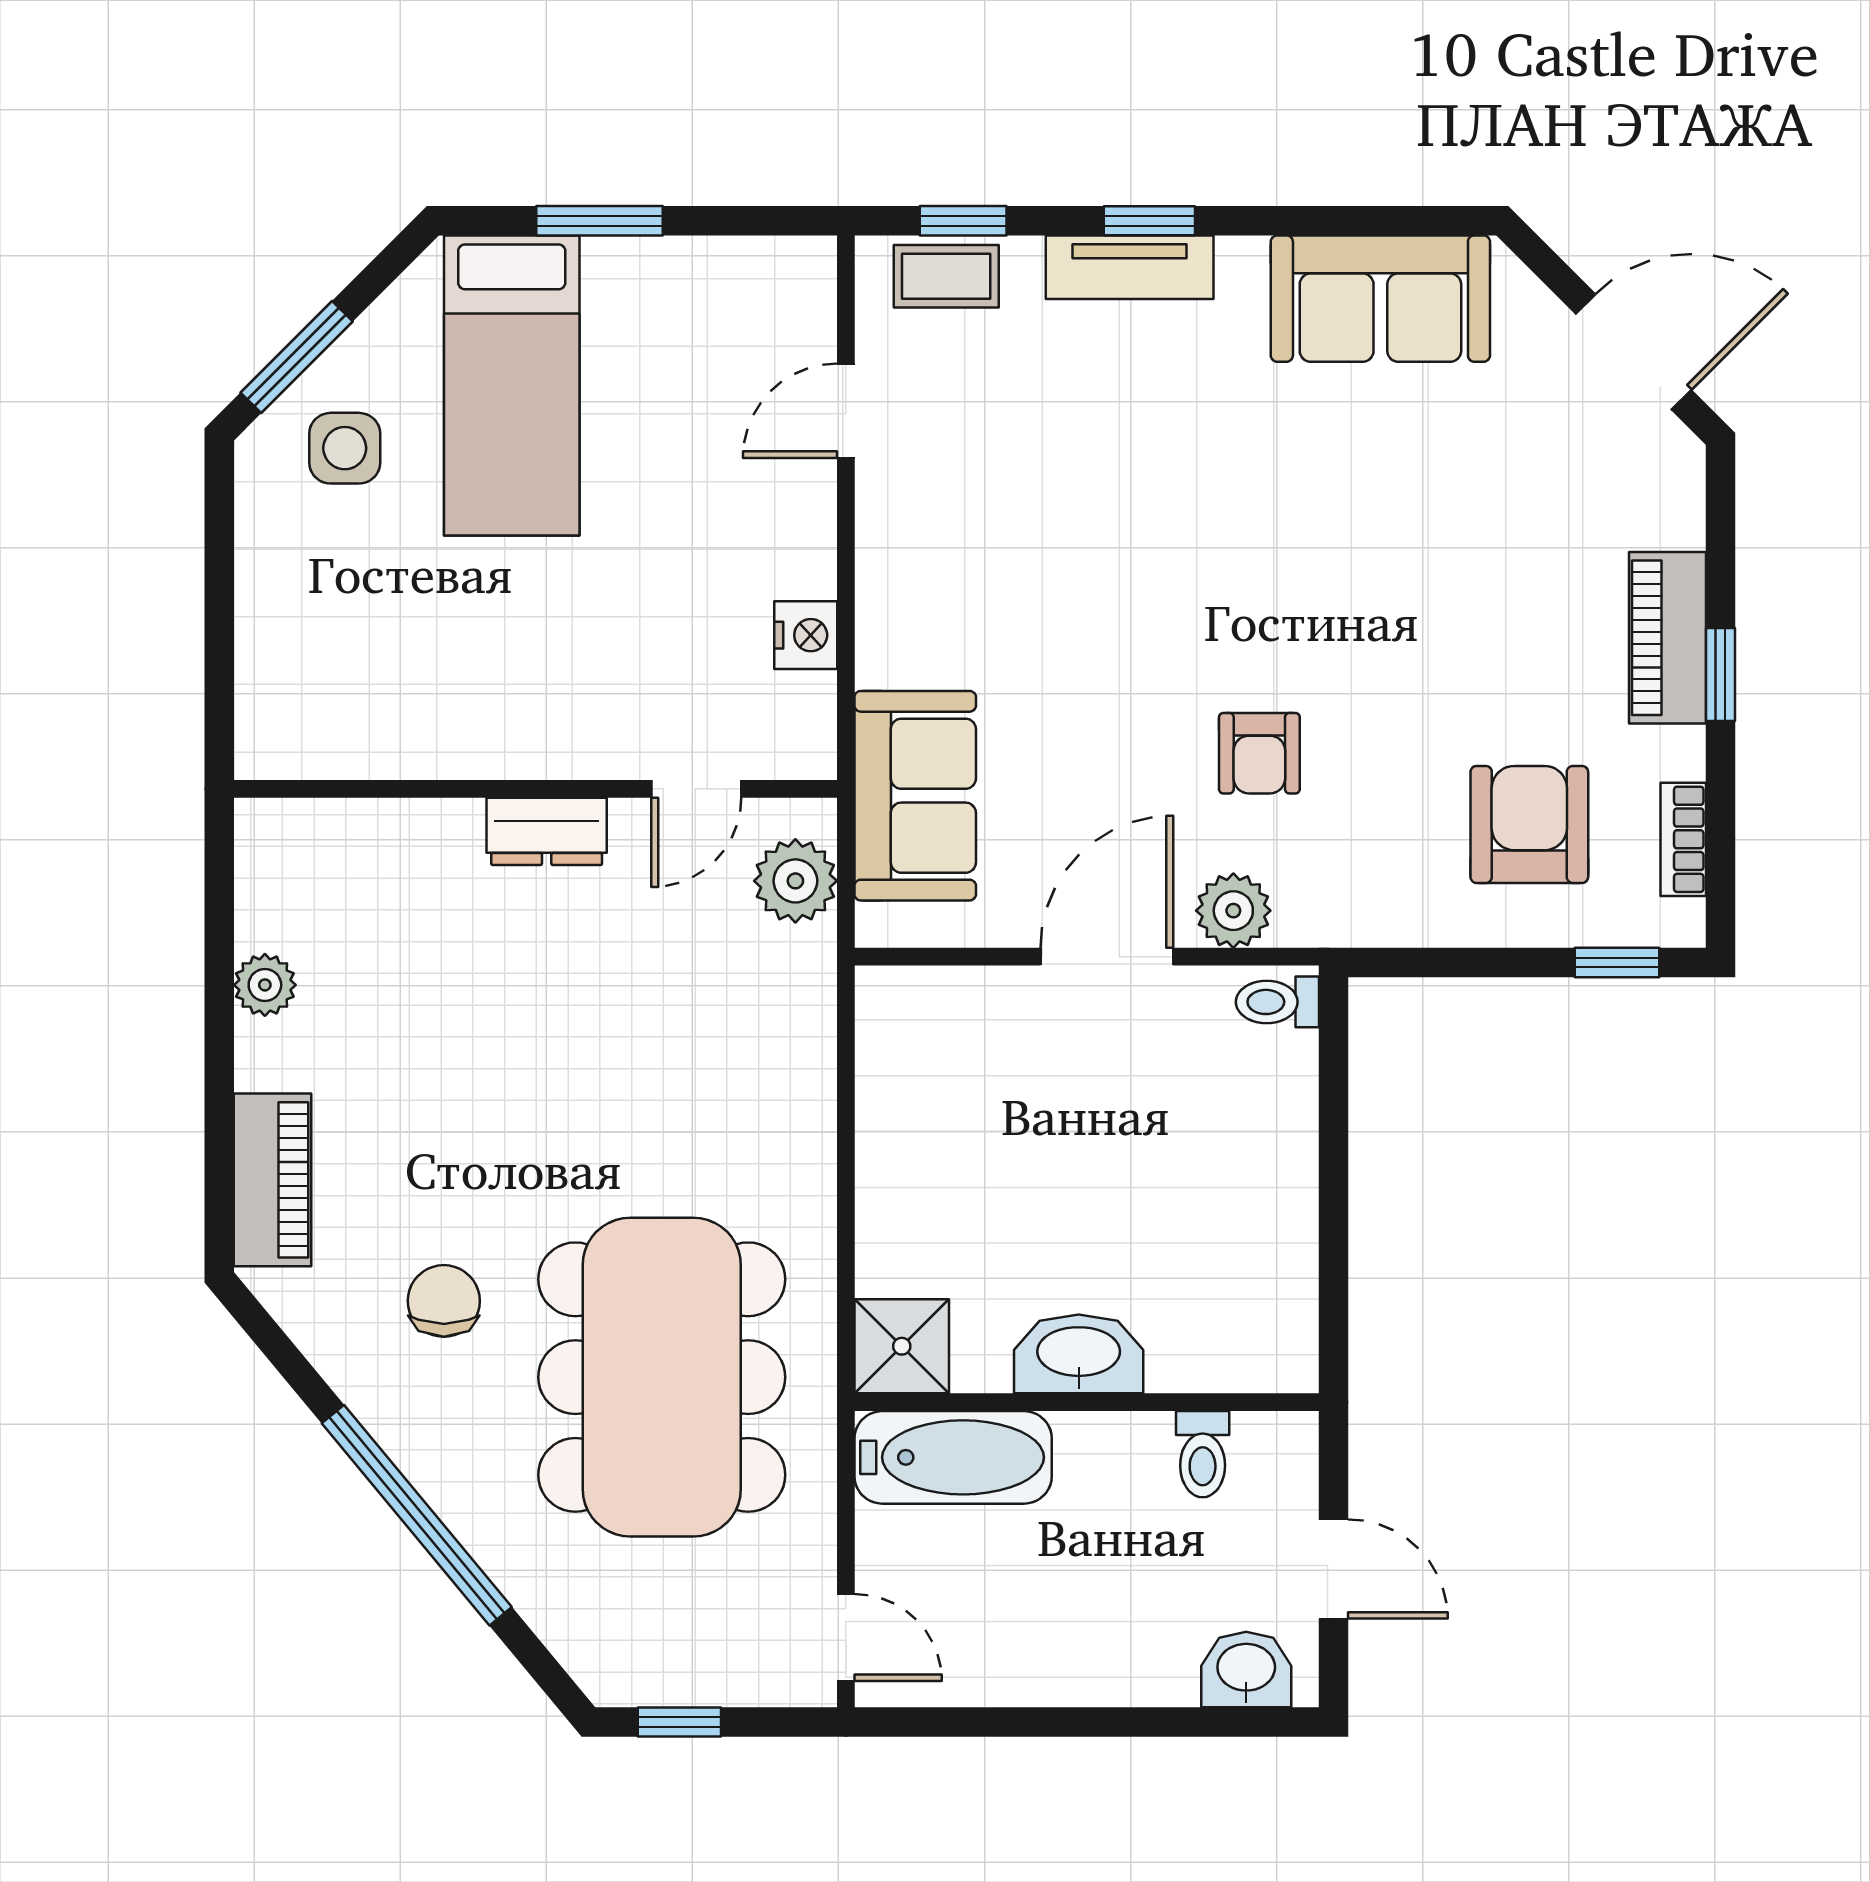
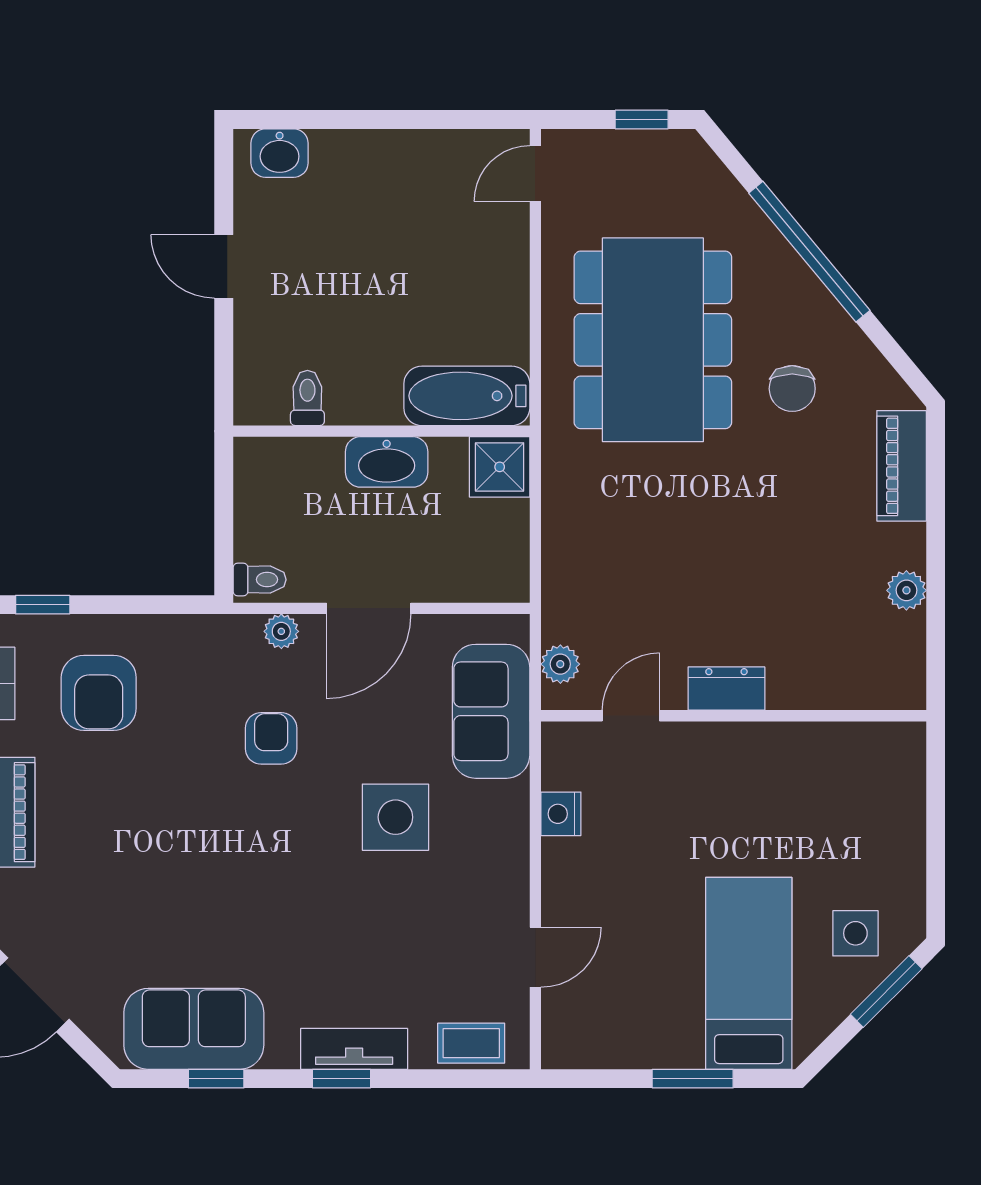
window: (963, 221) -> (216, 1079), moved
side table: (1065, 630) -> (395, 817), added
plant: (795, 881) -> (560, 664), width x0.73, depth x0.73
plant: (1233, 911) -> (281, 631), width x0.73, depth x0.73
shower: (902, 1346) -> (500, 467), moved
washbasin: (1079, 1354) -> (387, 462), moved
wall: (1087, 1402) -> (381, 431), moved
toilet: (1203, 1454) -> (307, 398), moved
bathtub: (953, 1457) -> (467, 396), moved
door: (1334, 1569) -> (224, 266), moved
door: (846, 1638) -> (535, 174), hinge flipped

